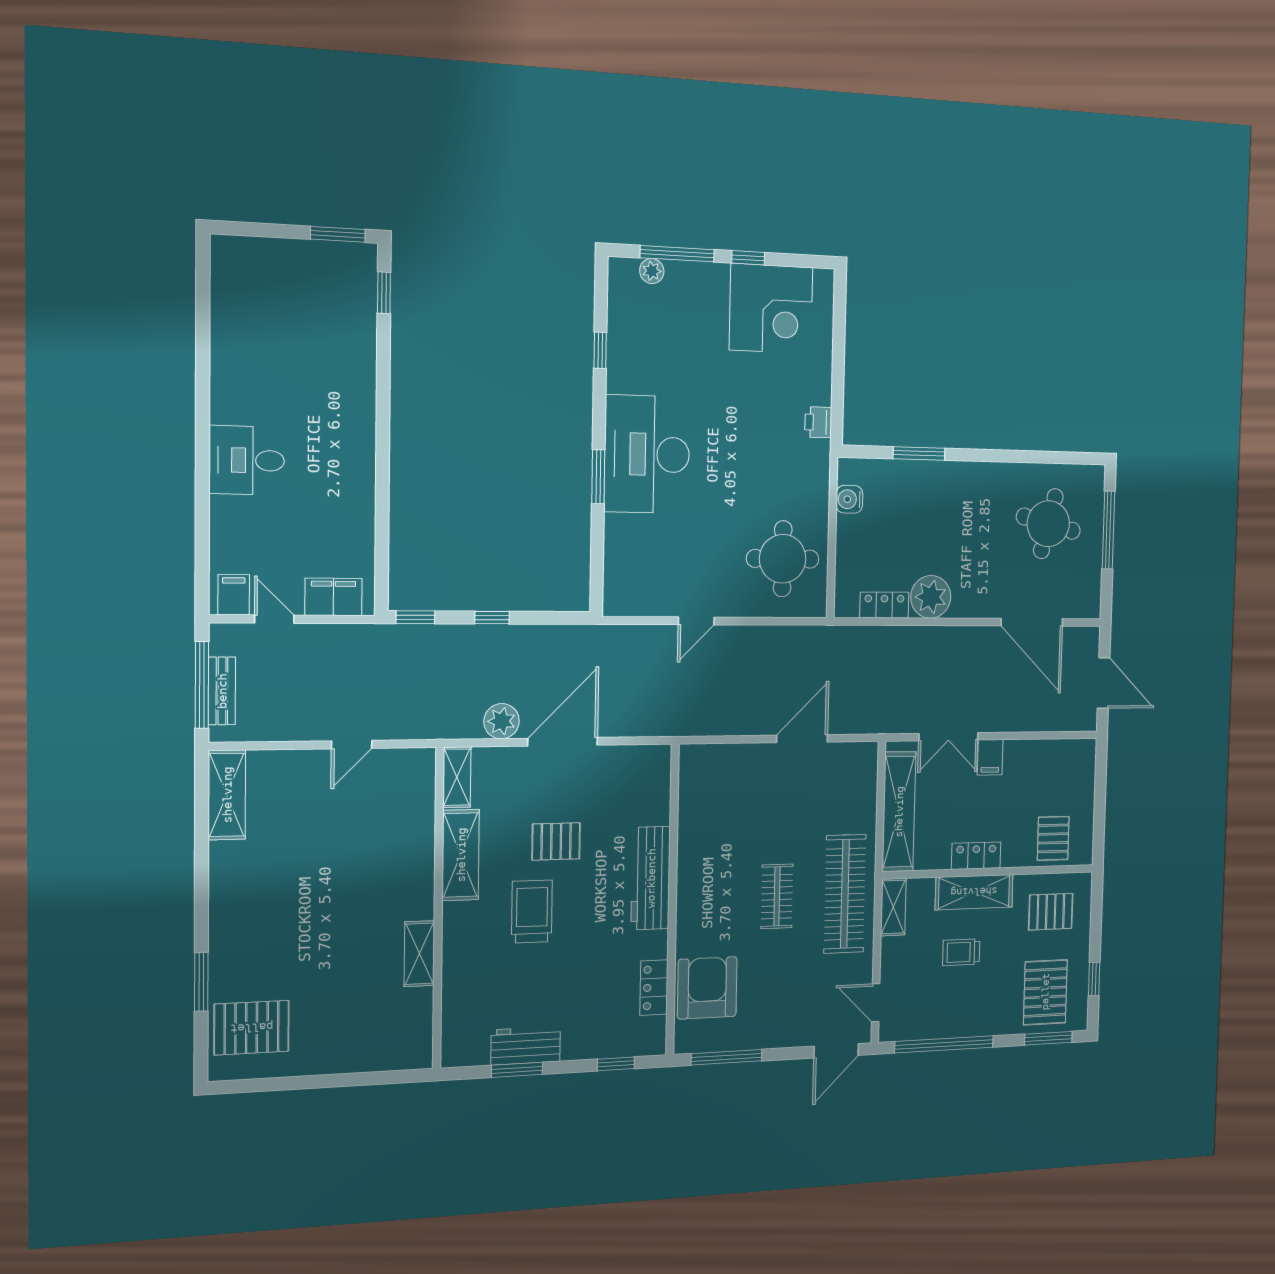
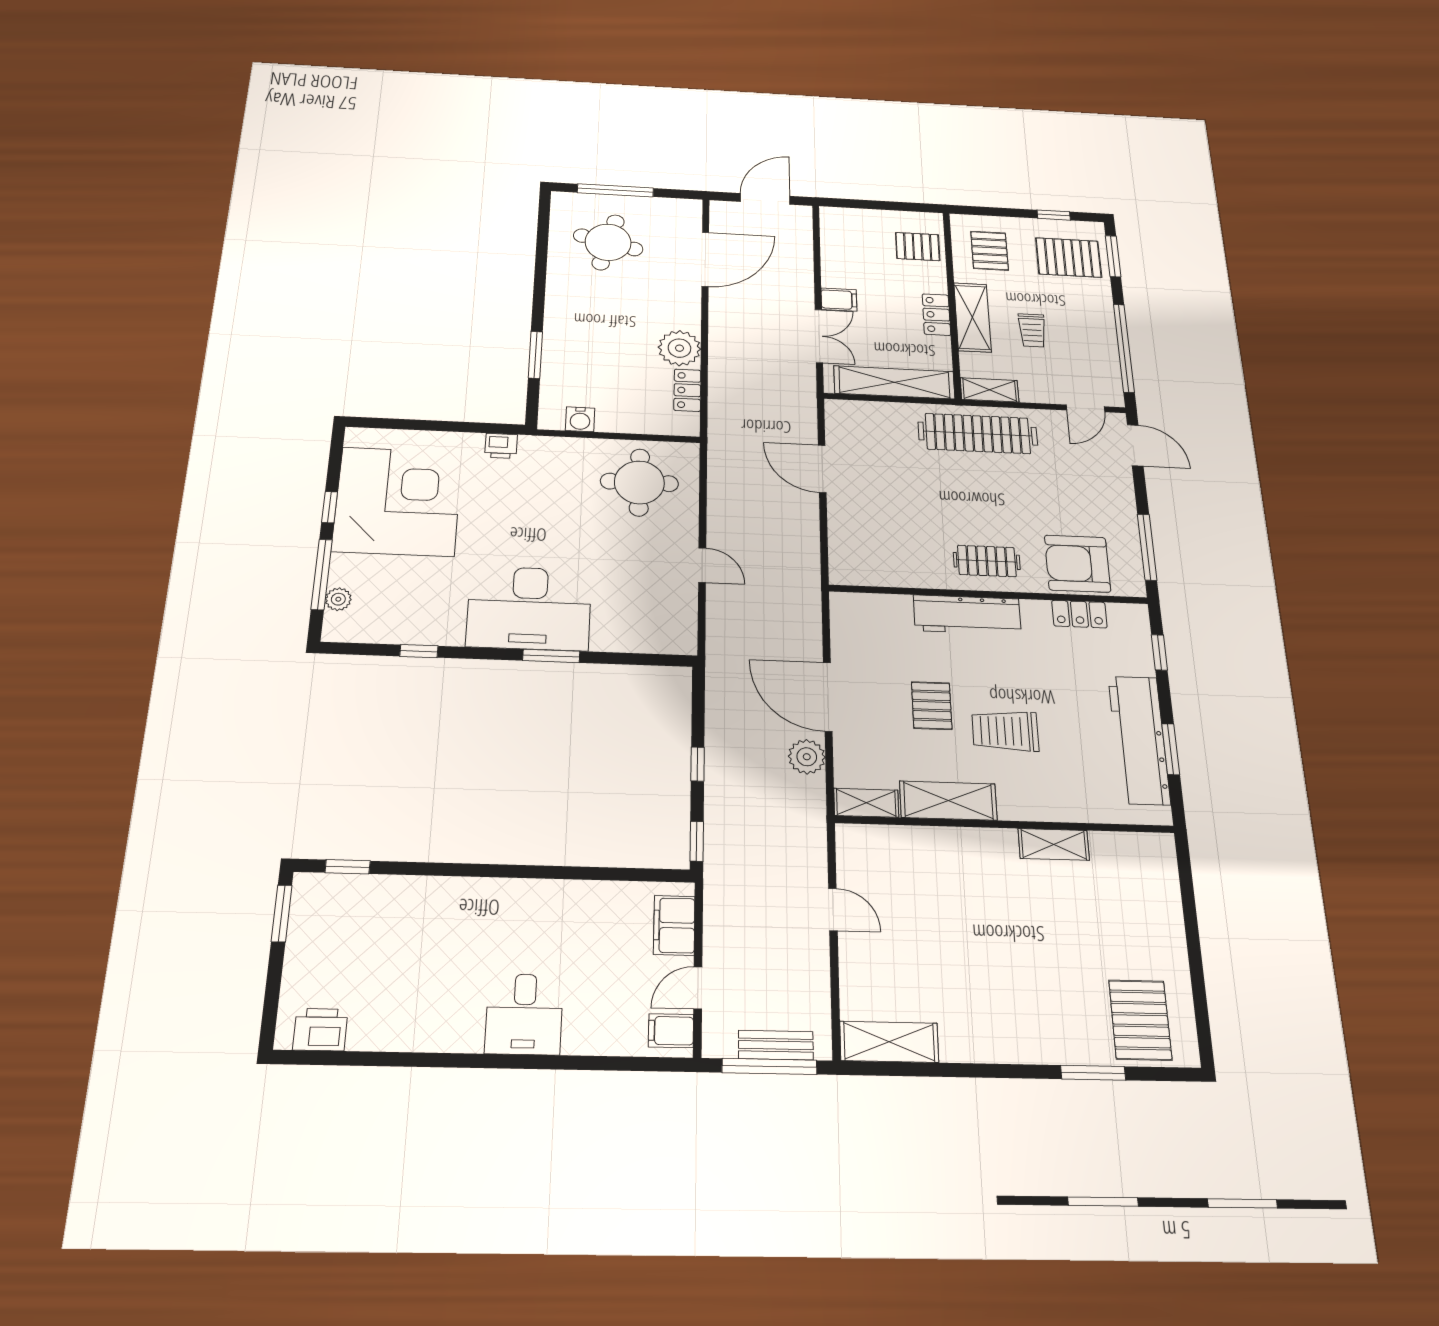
printer: (229, 276) -> (320, 1030), added
corner desk: (771, 309) -> (398, 501), width x1.36, depth x1.36
clothes rail: (777, 896) -> (987, 561), moved
workbench: (526, 1046) -> (1139, 740), width x1.88, depth x1.32

